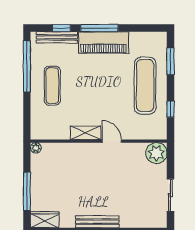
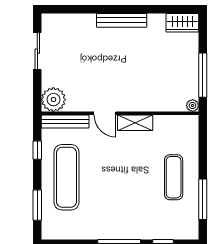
bench: (57, 37) -> (65, 122), moved
piano: (104, 42) -> (114, 227), removed
window: (27, 66) -> (203, 199), width x0.68
window: (27, 191) -> (203, 75), moved

